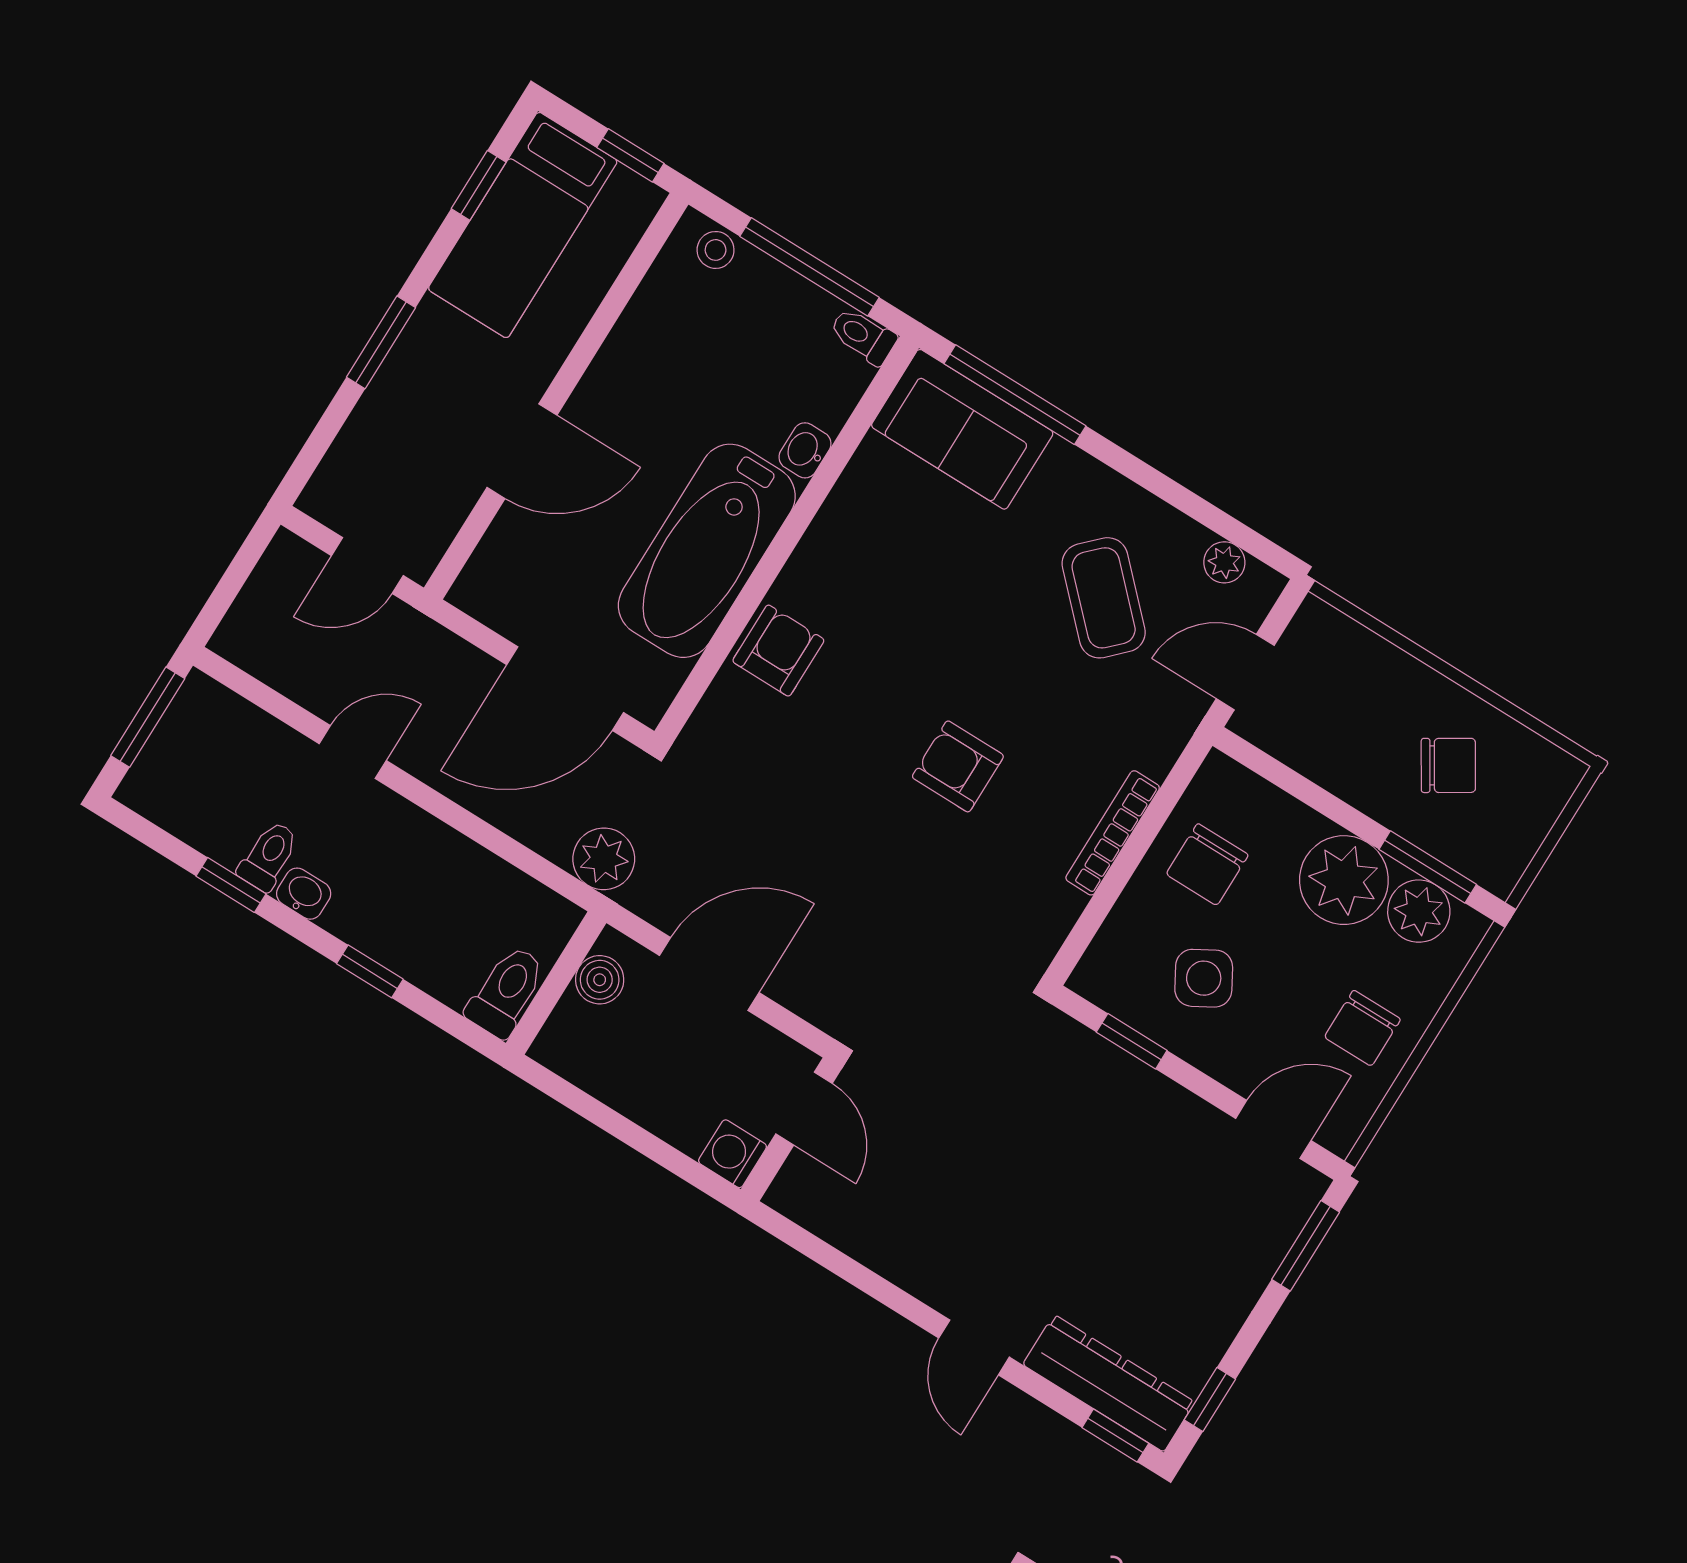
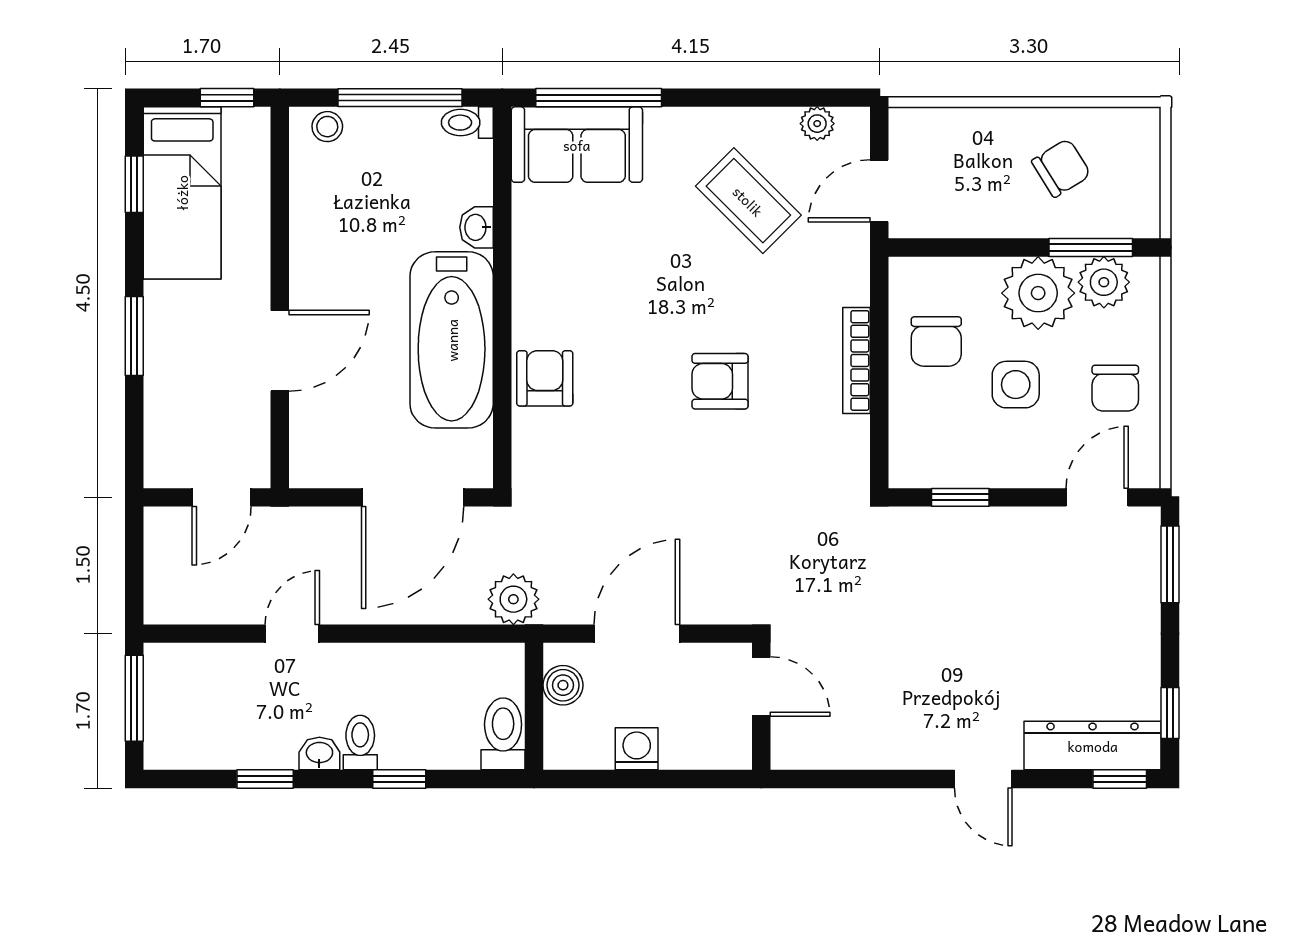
toilet: (269, 856) -> (360, 743), moved
side table: (1204, 978) -> (1016, 385), moved, turned 30
washing machine: (733, 1154) -> (637, 749), moved, turned 90

